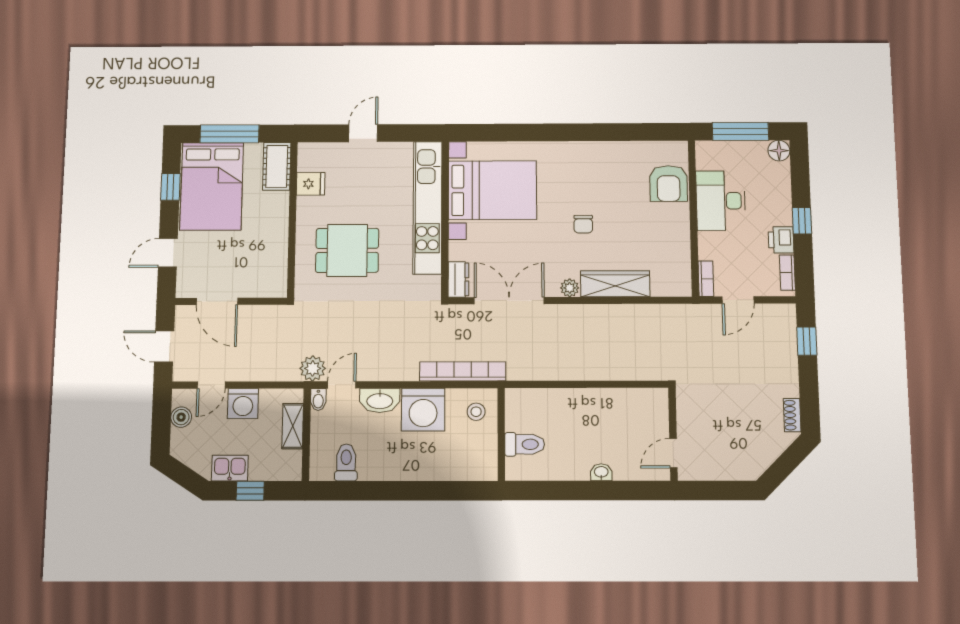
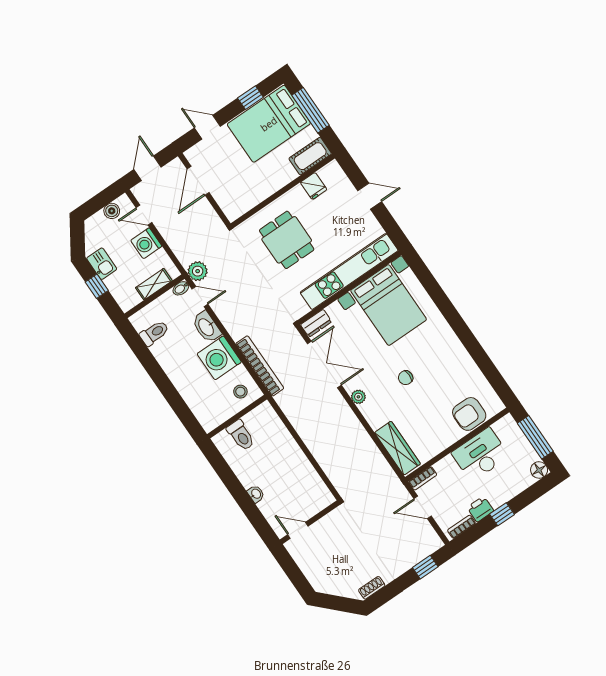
wardrobe: (615, 284) -> (397, 448), moved

